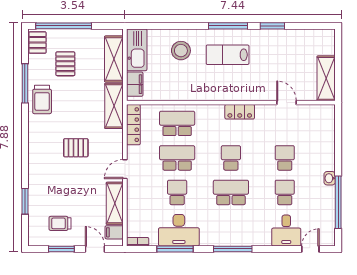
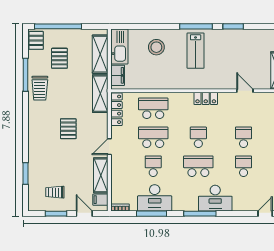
lab bench: (228, 55) -> (196, 51), turned -90
pallet: (76, 148) -> (68, 129), turned 90
desk: (286, 230) -> (215, 198), moved, width x1.37

